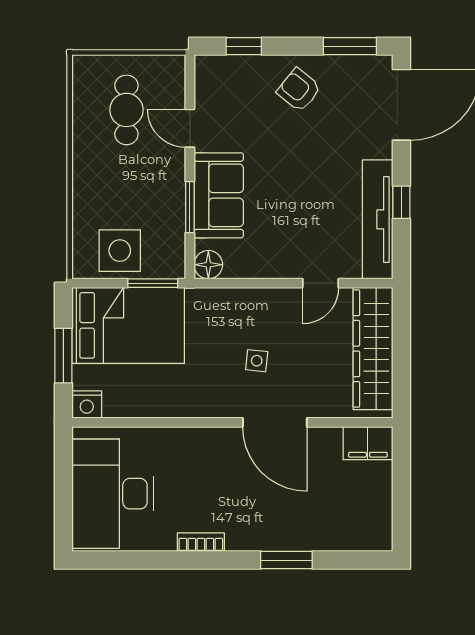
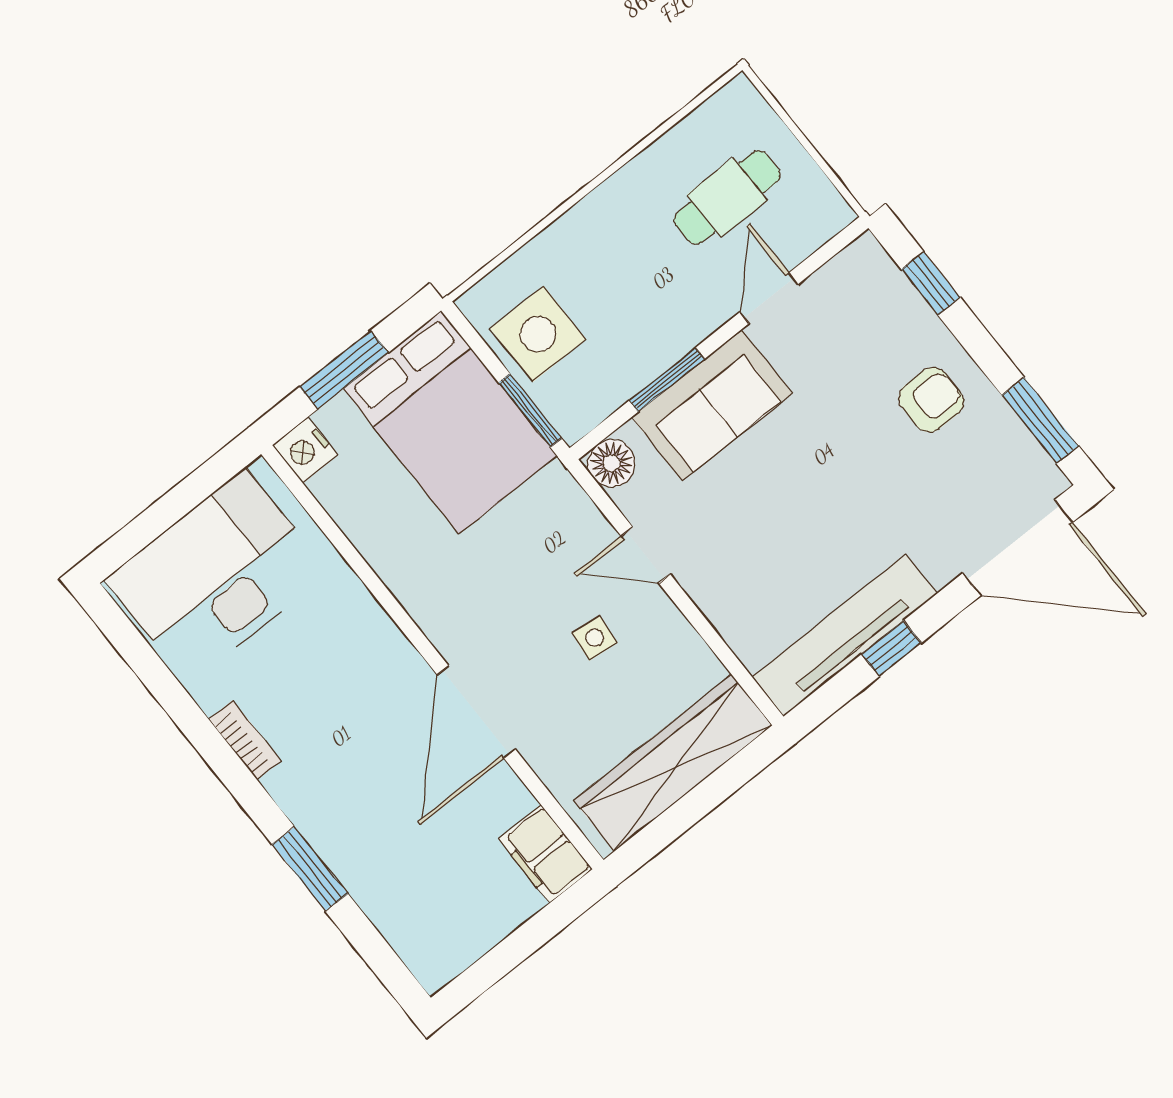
armchair: (299, 90) -> (931, 400), turned 51
door: (321, 283) -> (646, 555), moved
side table: (257, 361) -> (594, 638), moved

